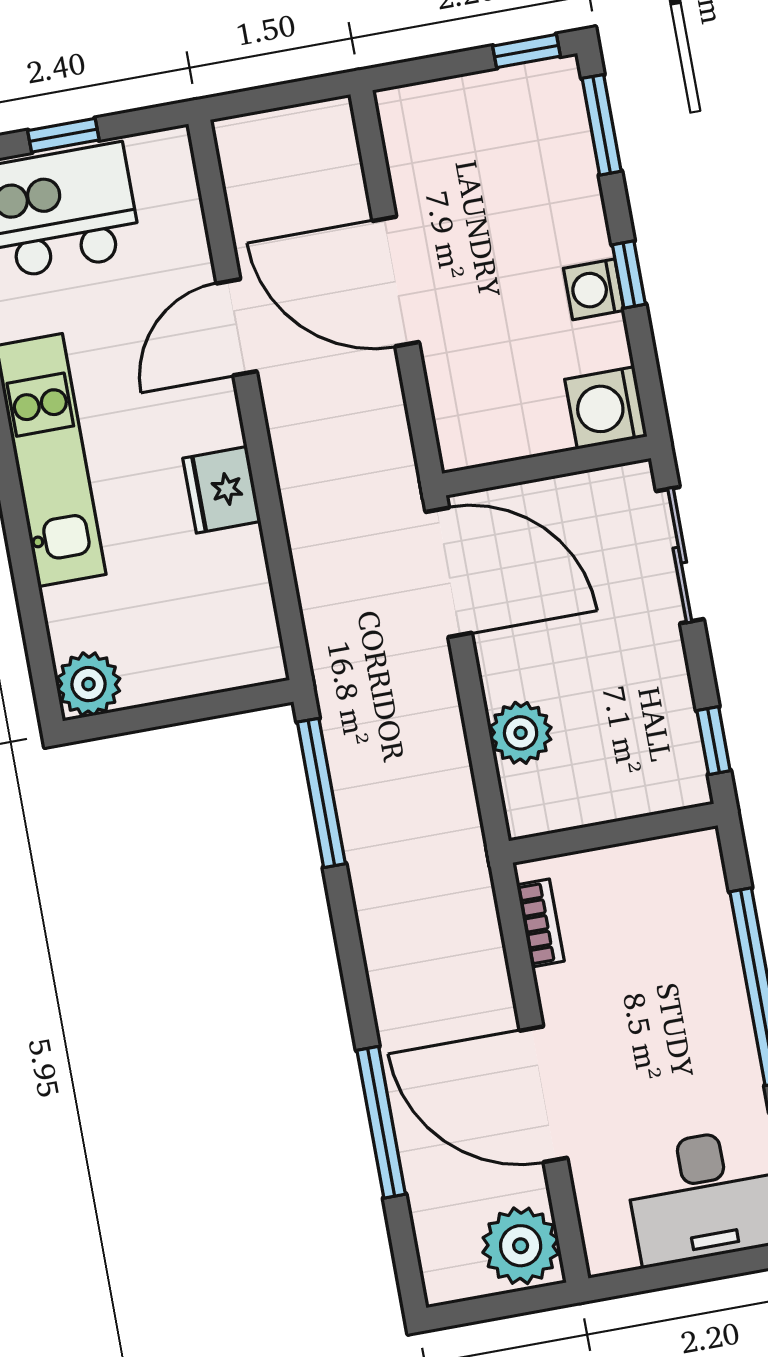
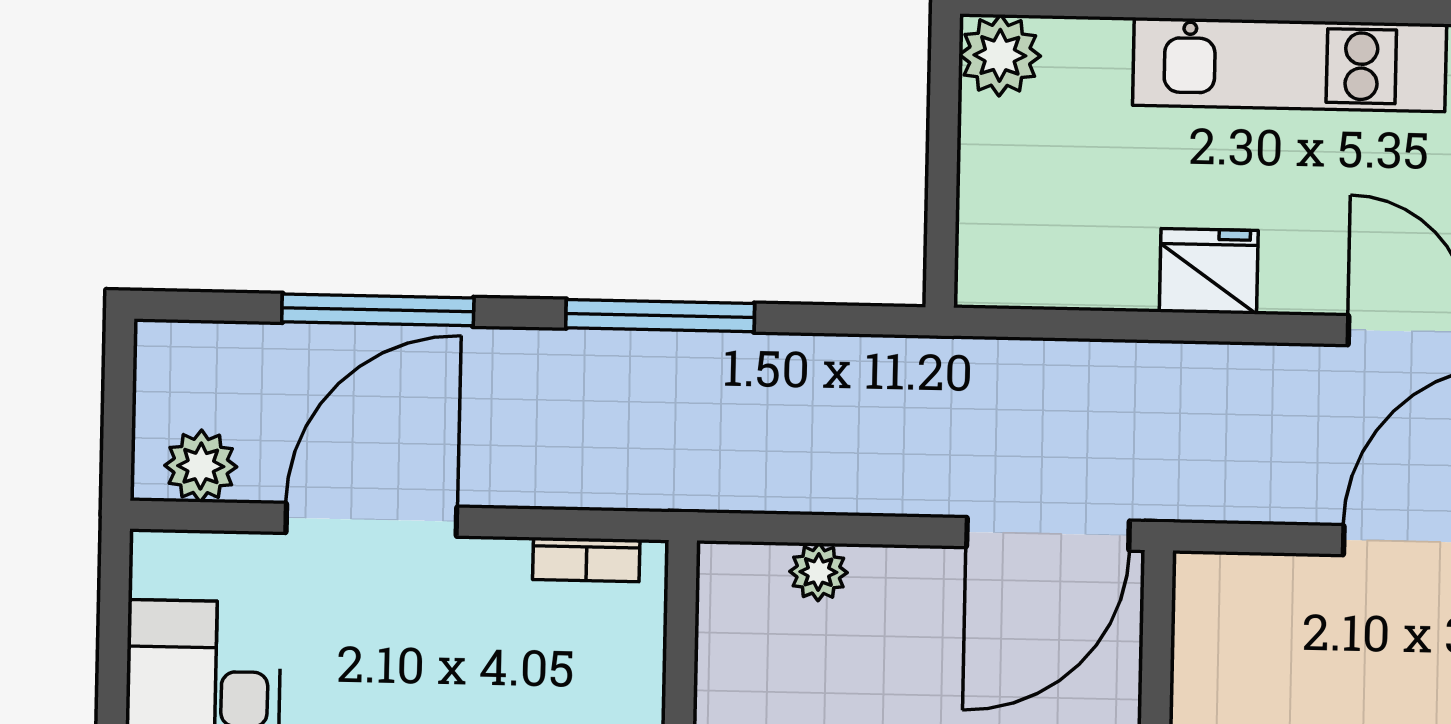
plant: (521, 733) -> (818, 572), width x0.73, depth x0.73
window: (321, 793) -> (660, 316), moved
plant: (521, 1246) -> (201, 466), width x0.73, depth x0.73

